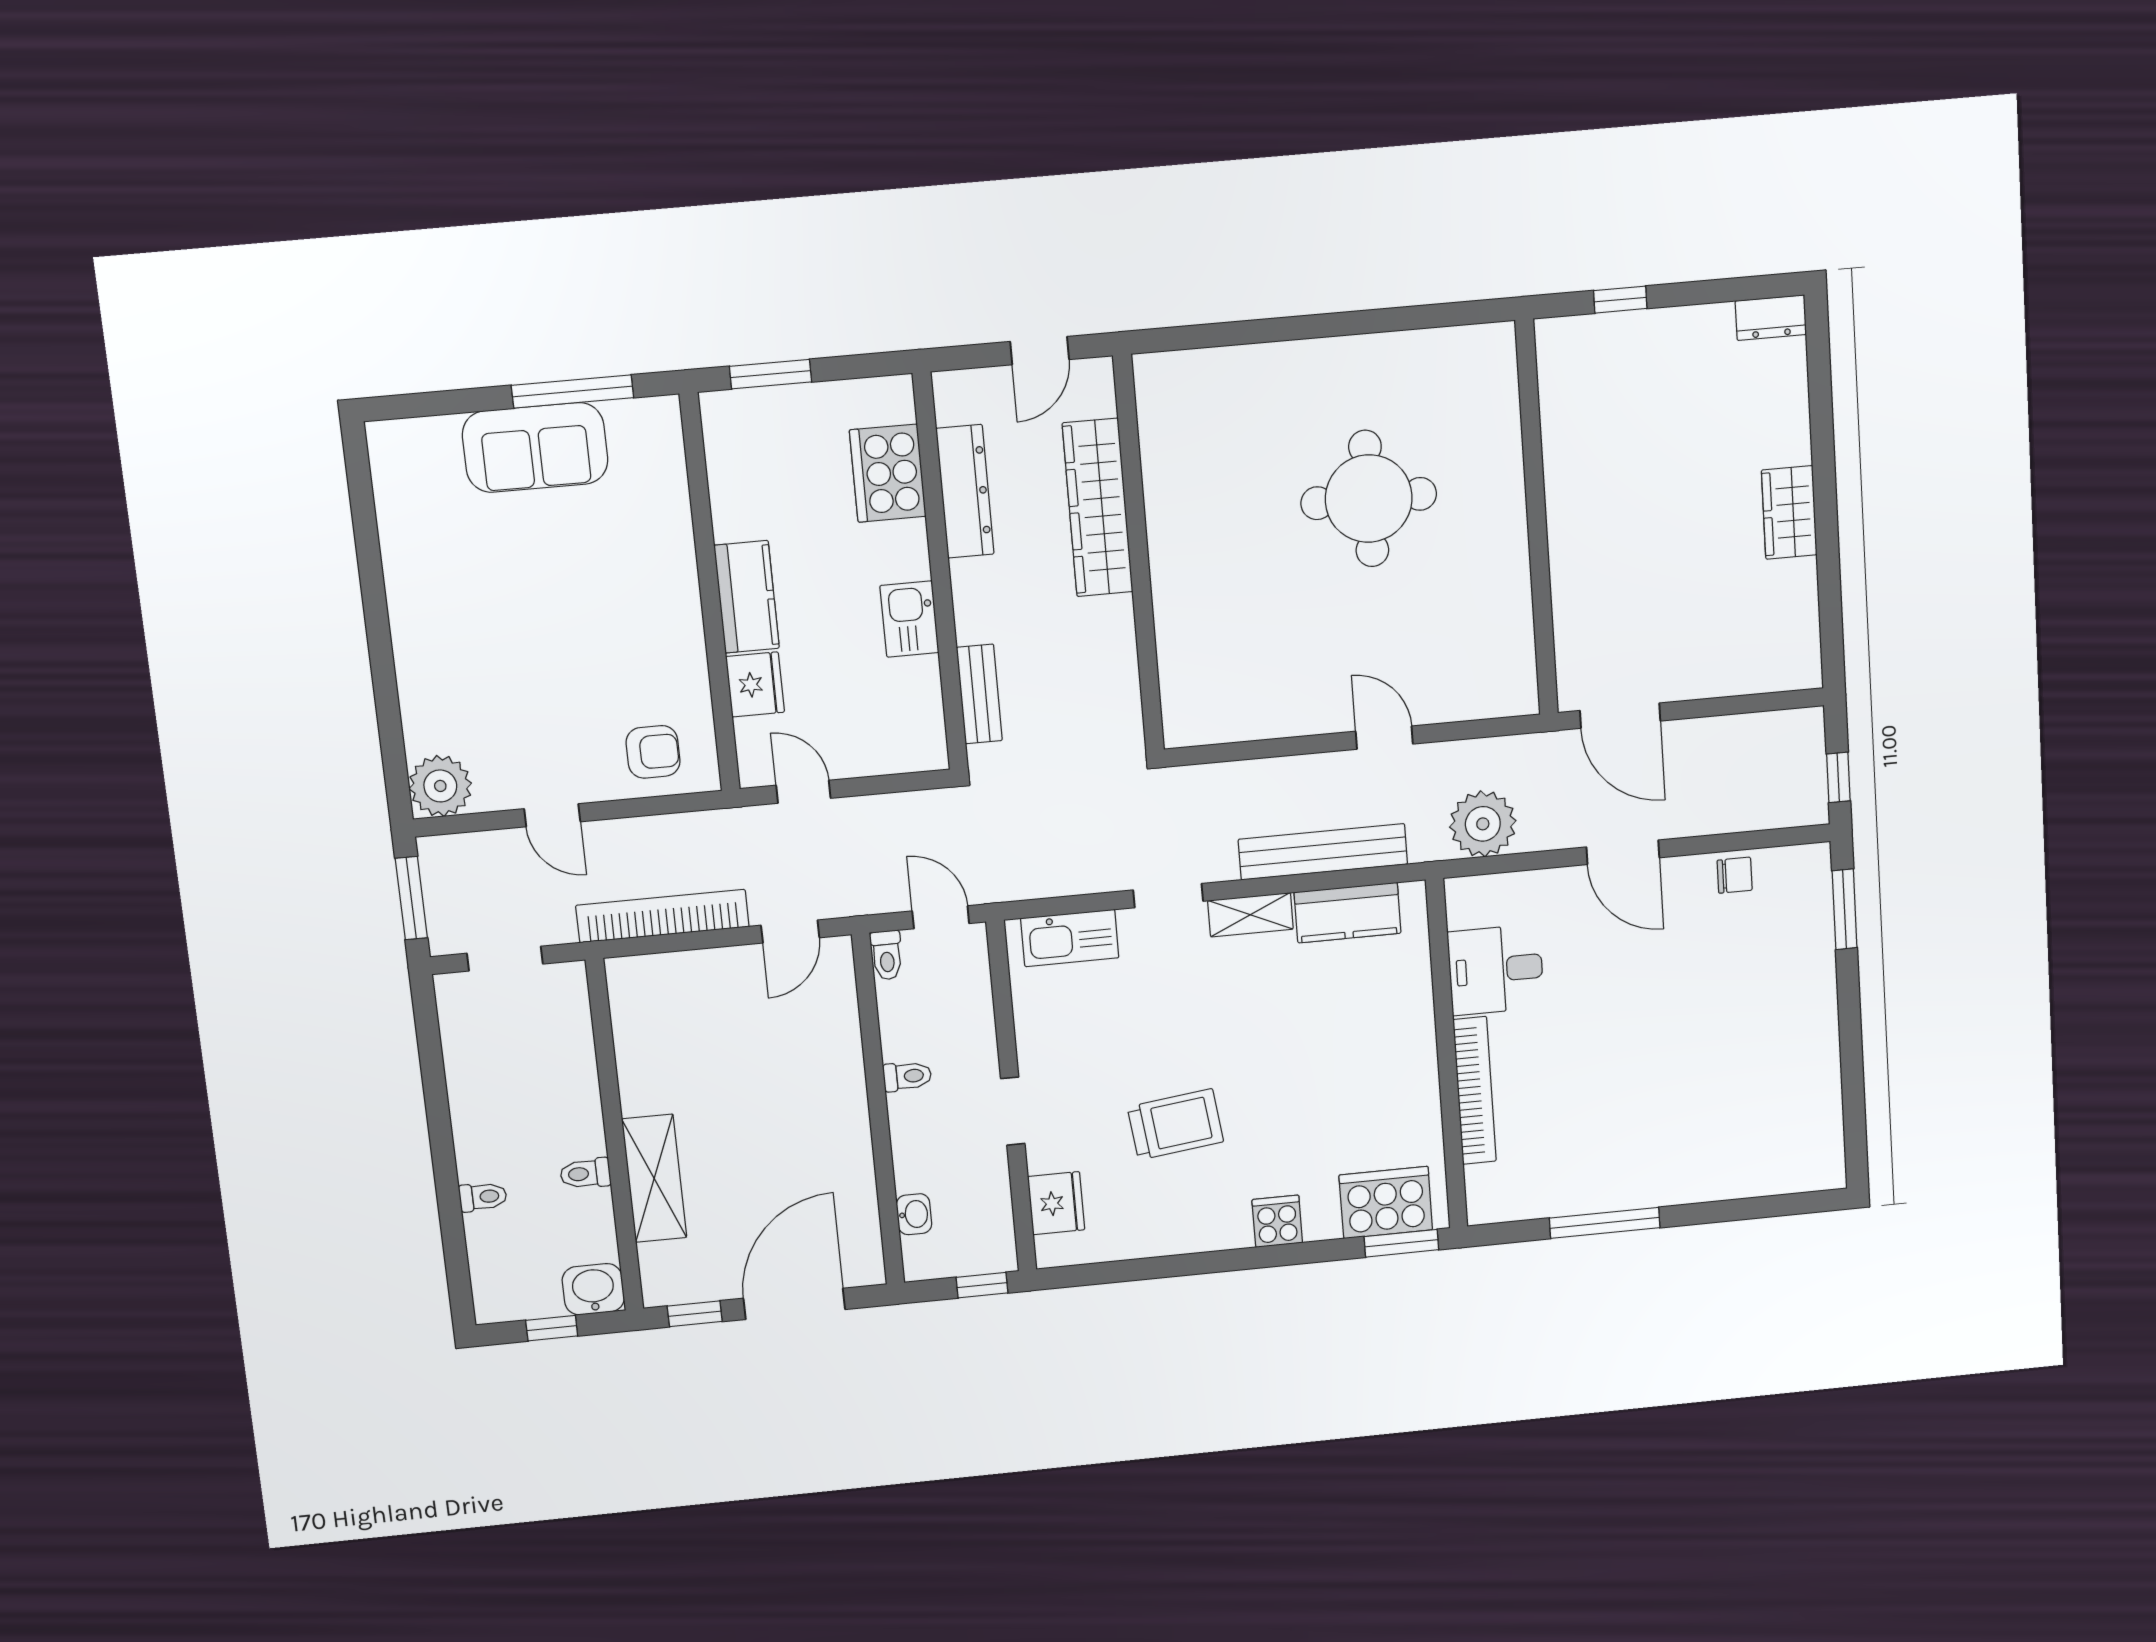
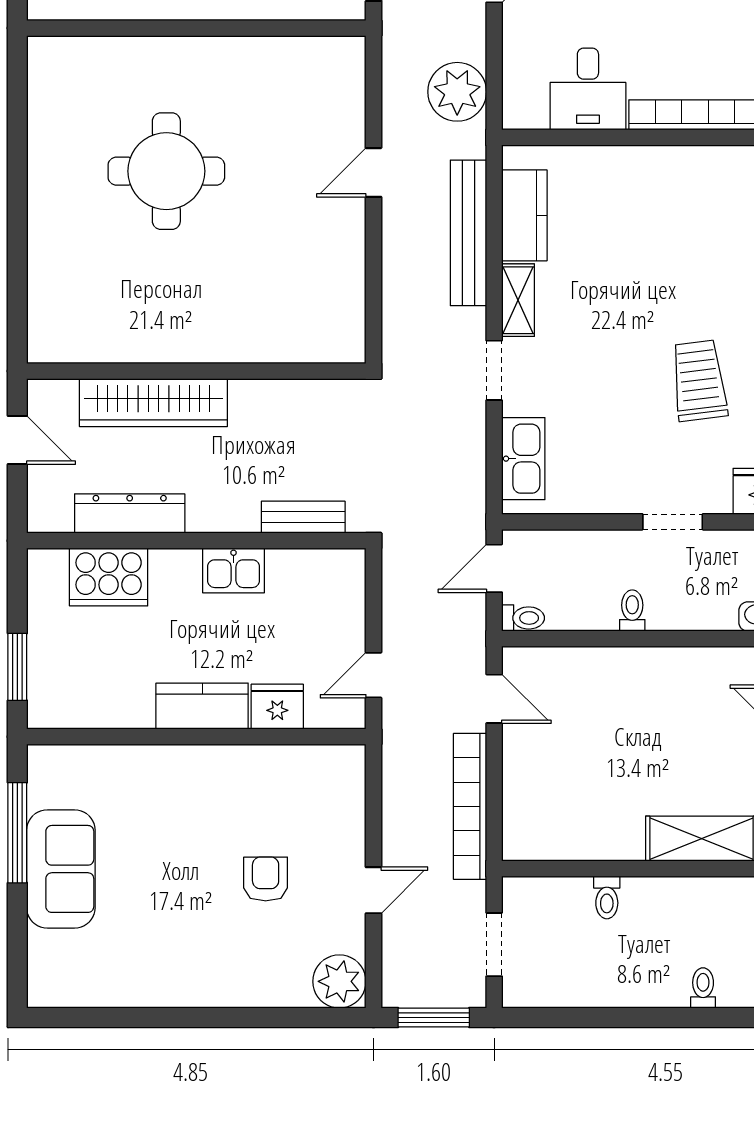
armchair: (653, 752) -> (266, 879), moved
toilet: (585, 1174) -> (607, 897), moved

